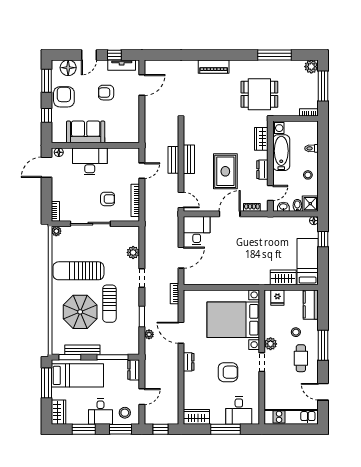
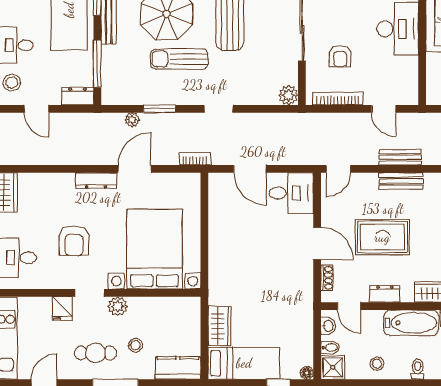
plant: (133, 252) -> (289, 95), moved
fridge: (277, 298) -> (62, 309), moved, turned -90
dresser: (189, 362) -> (96, 181), width x1.44

